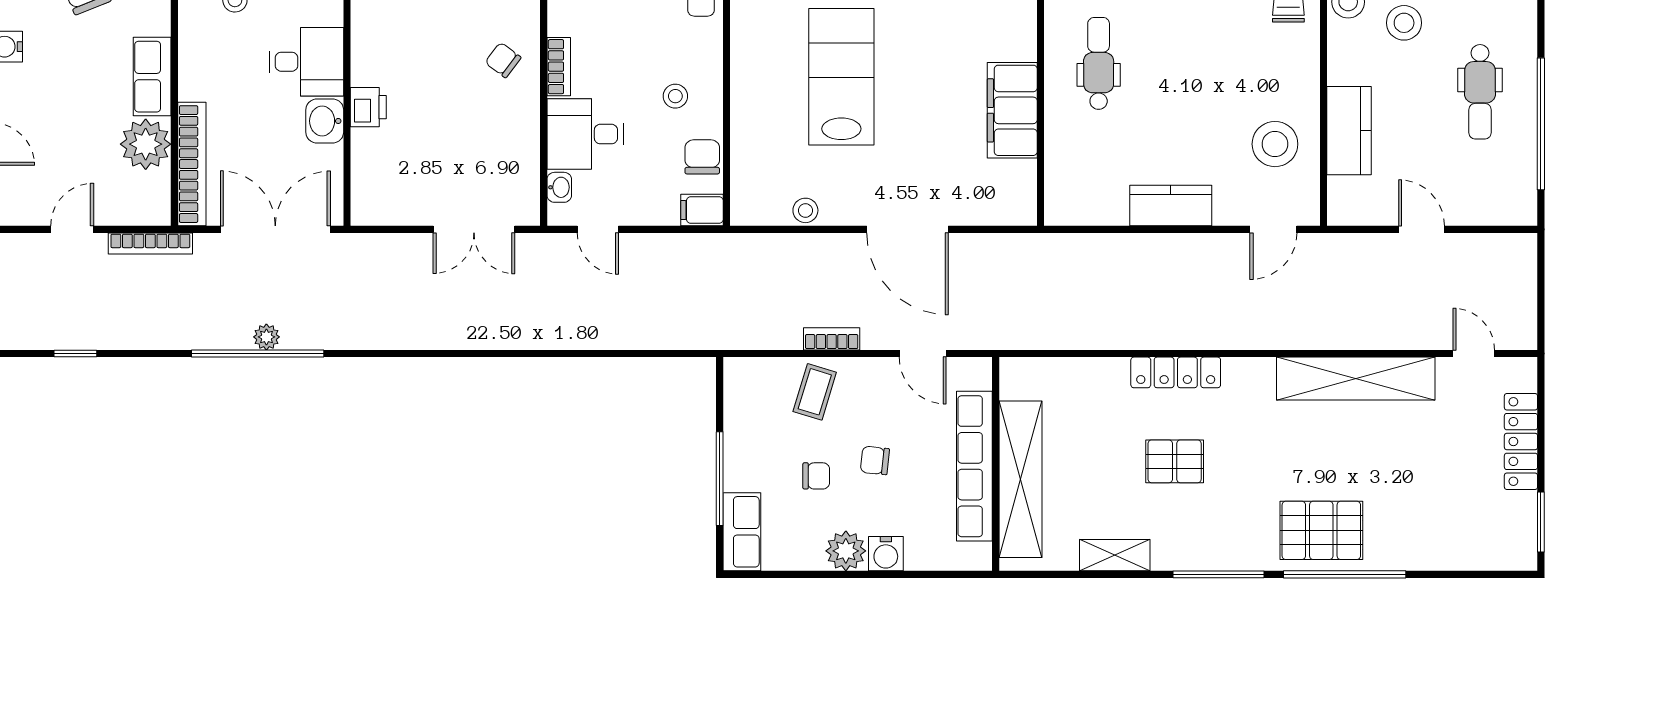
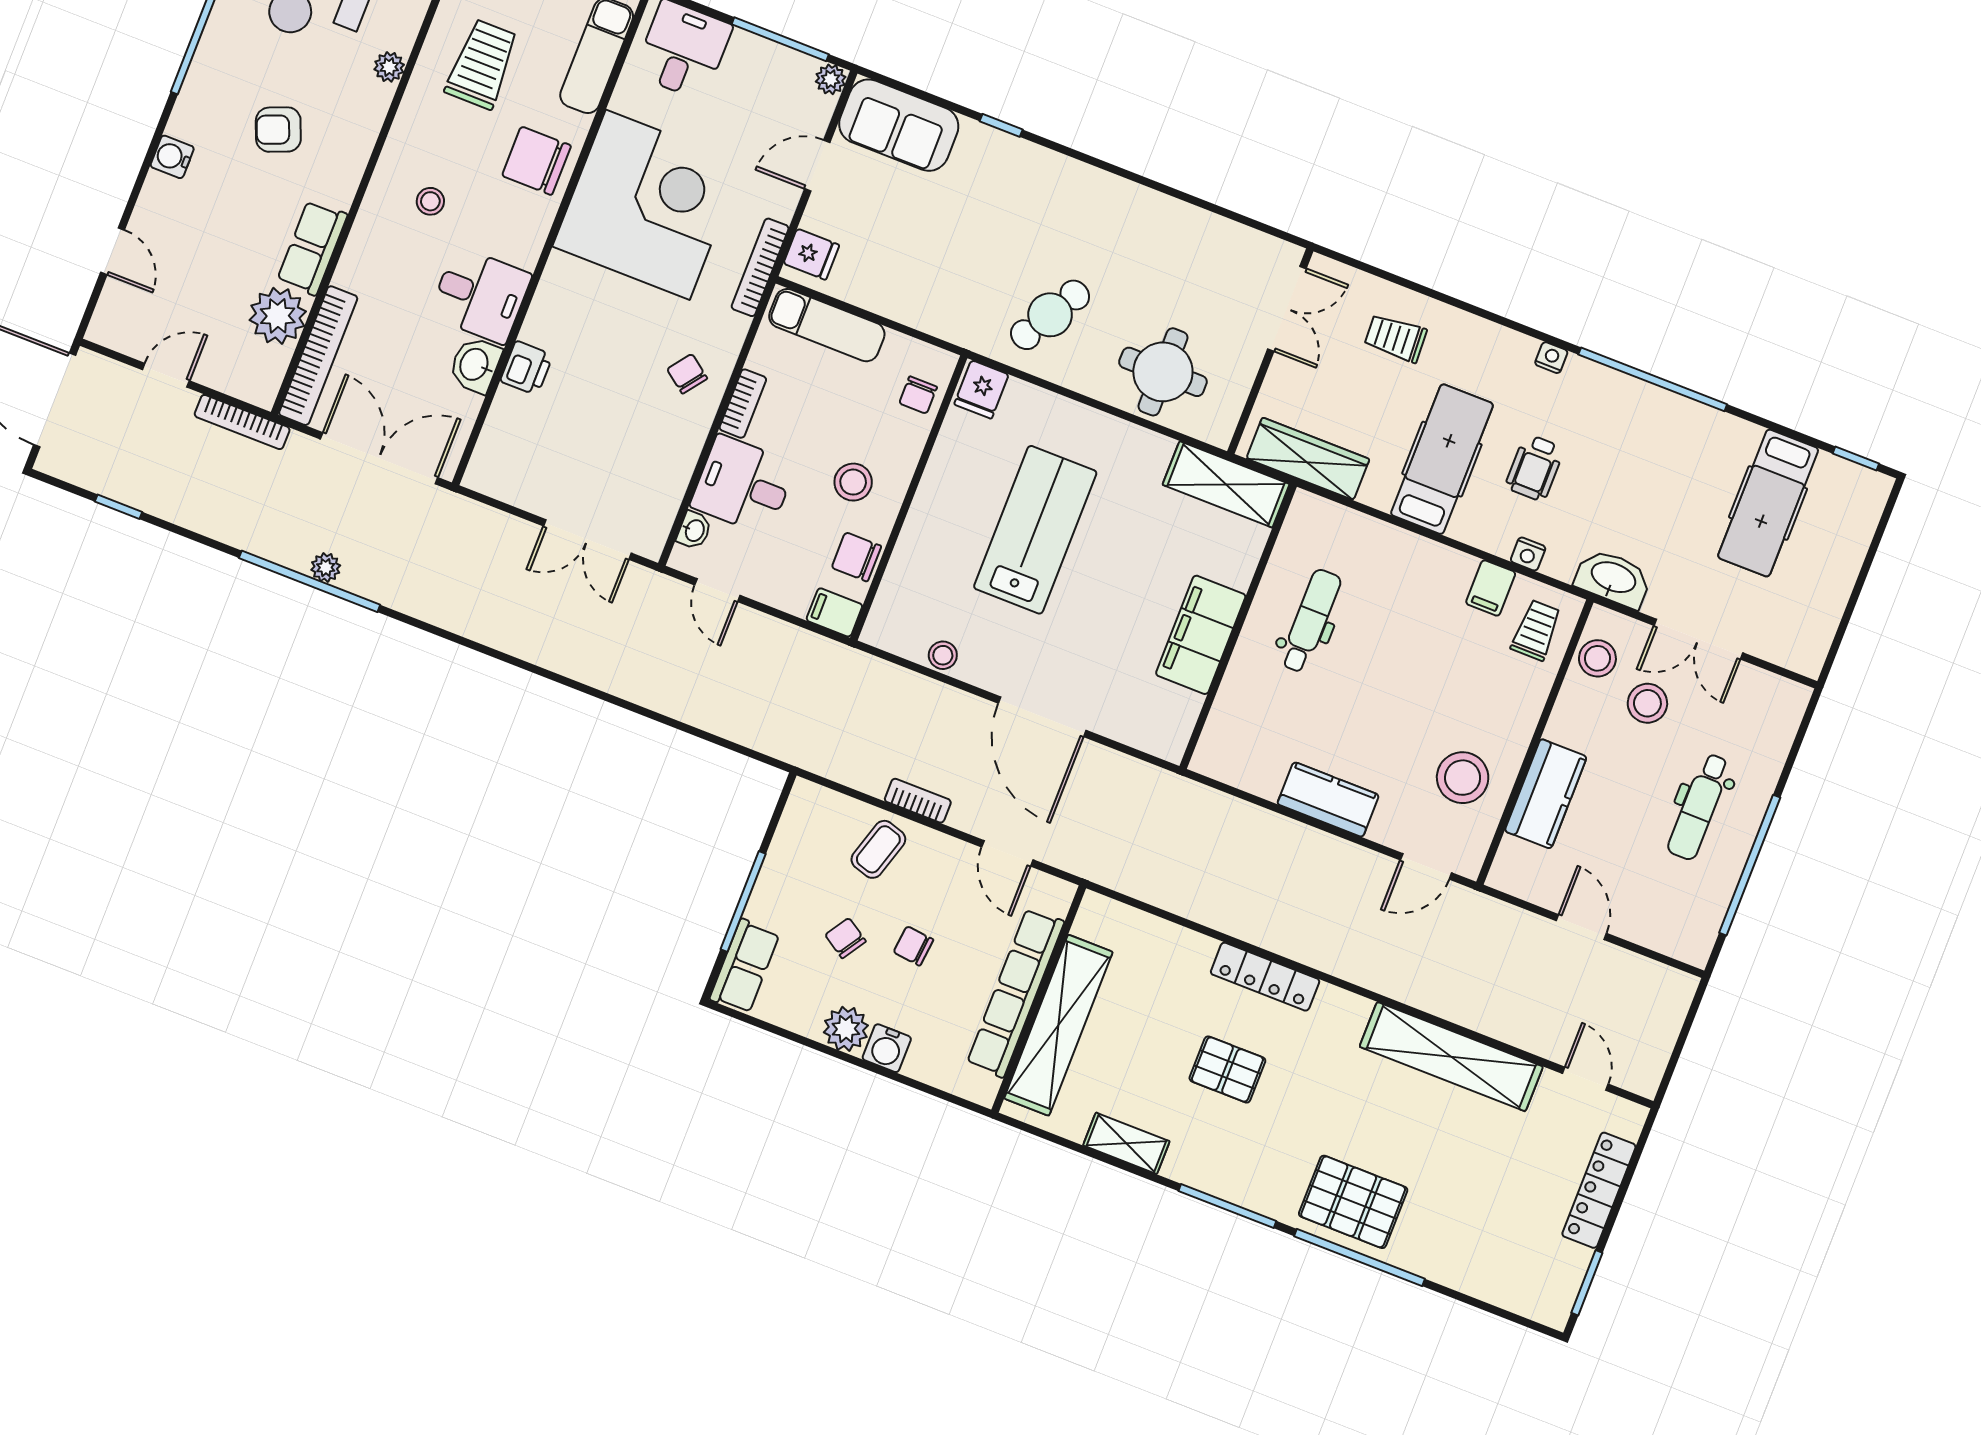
stool: (675, 96) -> (853, 482), width x1.37, depth x1.37
chair: (702, 157) -> (856, 557), turned -90
chair: (816, 476) -> (845, 938), turned -147

